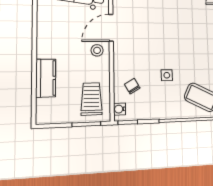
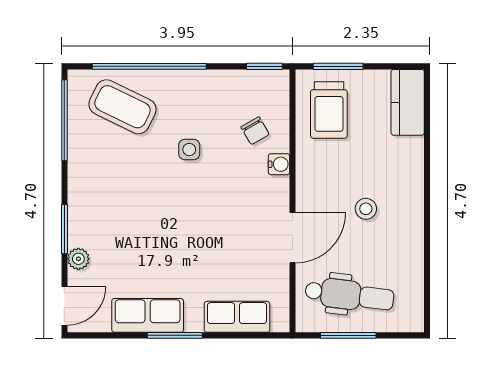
stool: (97, 50) -> (366, 209), moved
kitchen counter: (46, 78) -> (408, 102), moved
water cooler: (120, 109) -> (279, 164), moved

